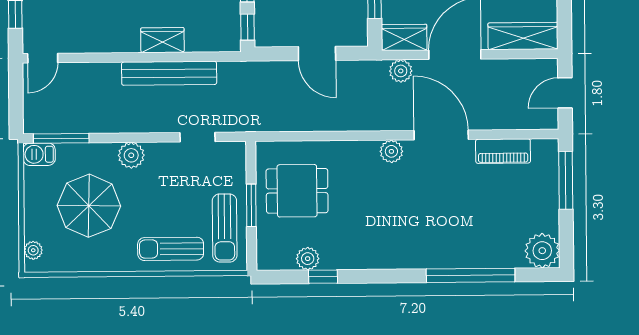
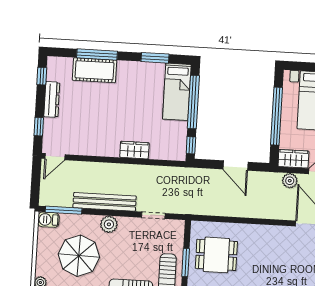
bench: (169, 73) -> (105, 202), moved
plant: (391, 151) -> (280, 233), removed

